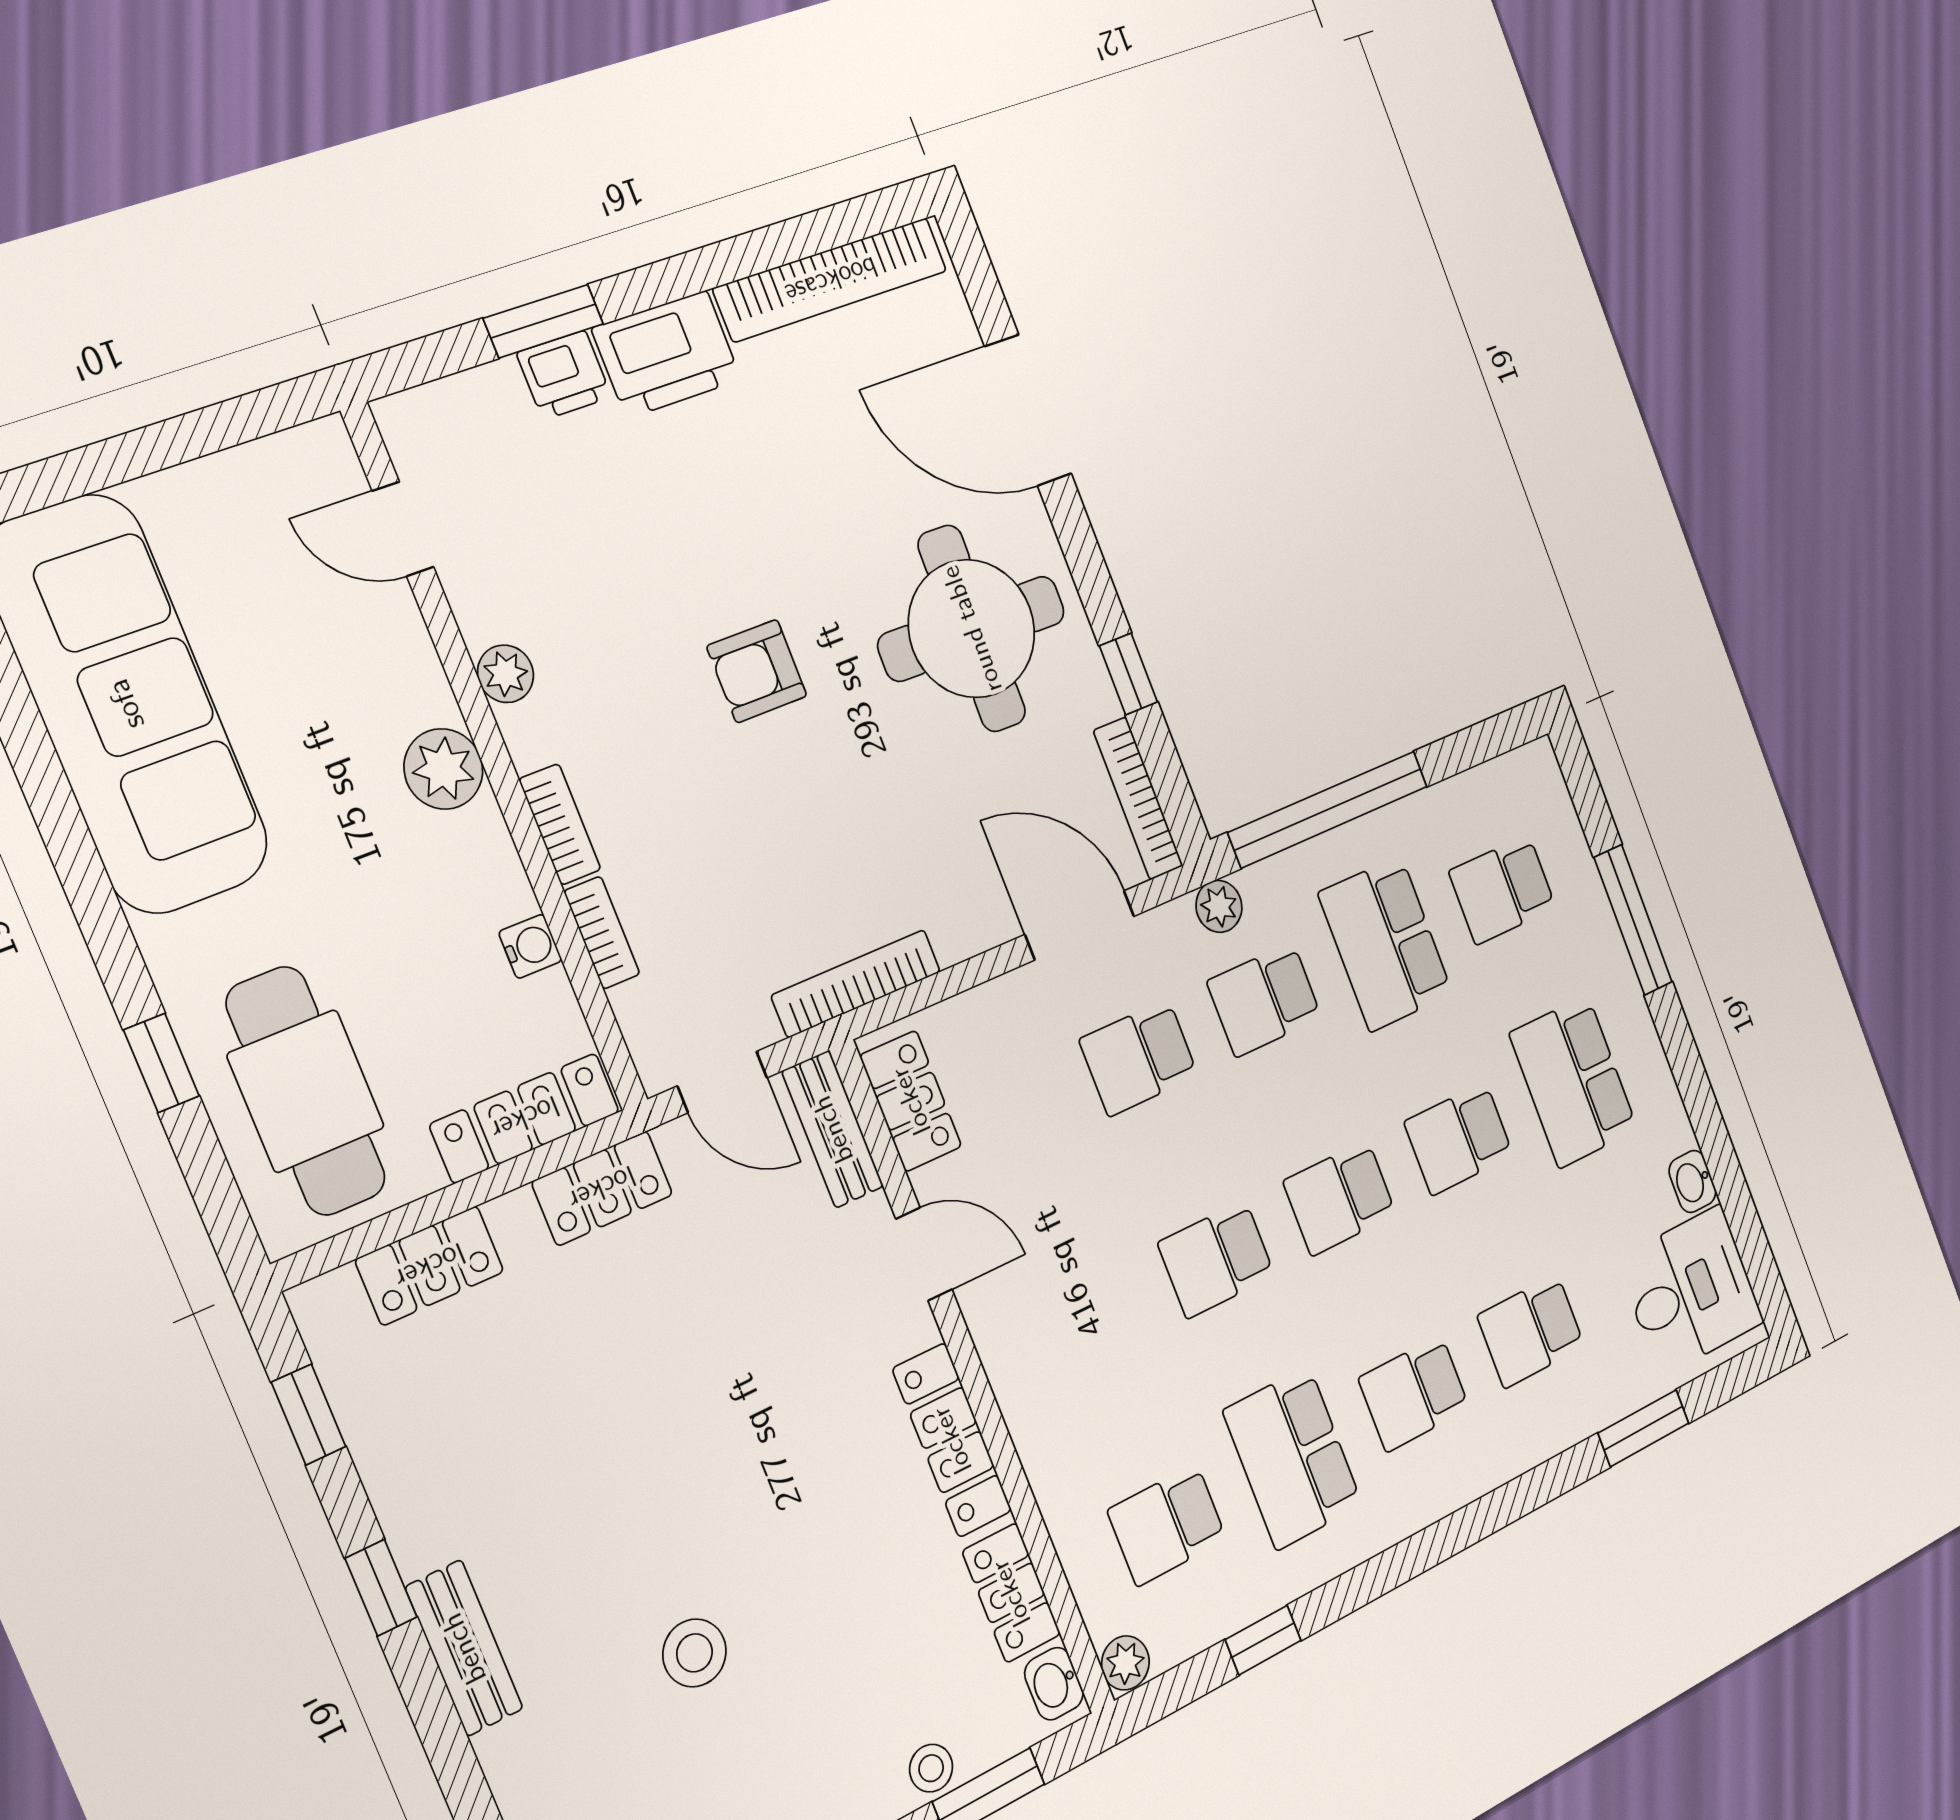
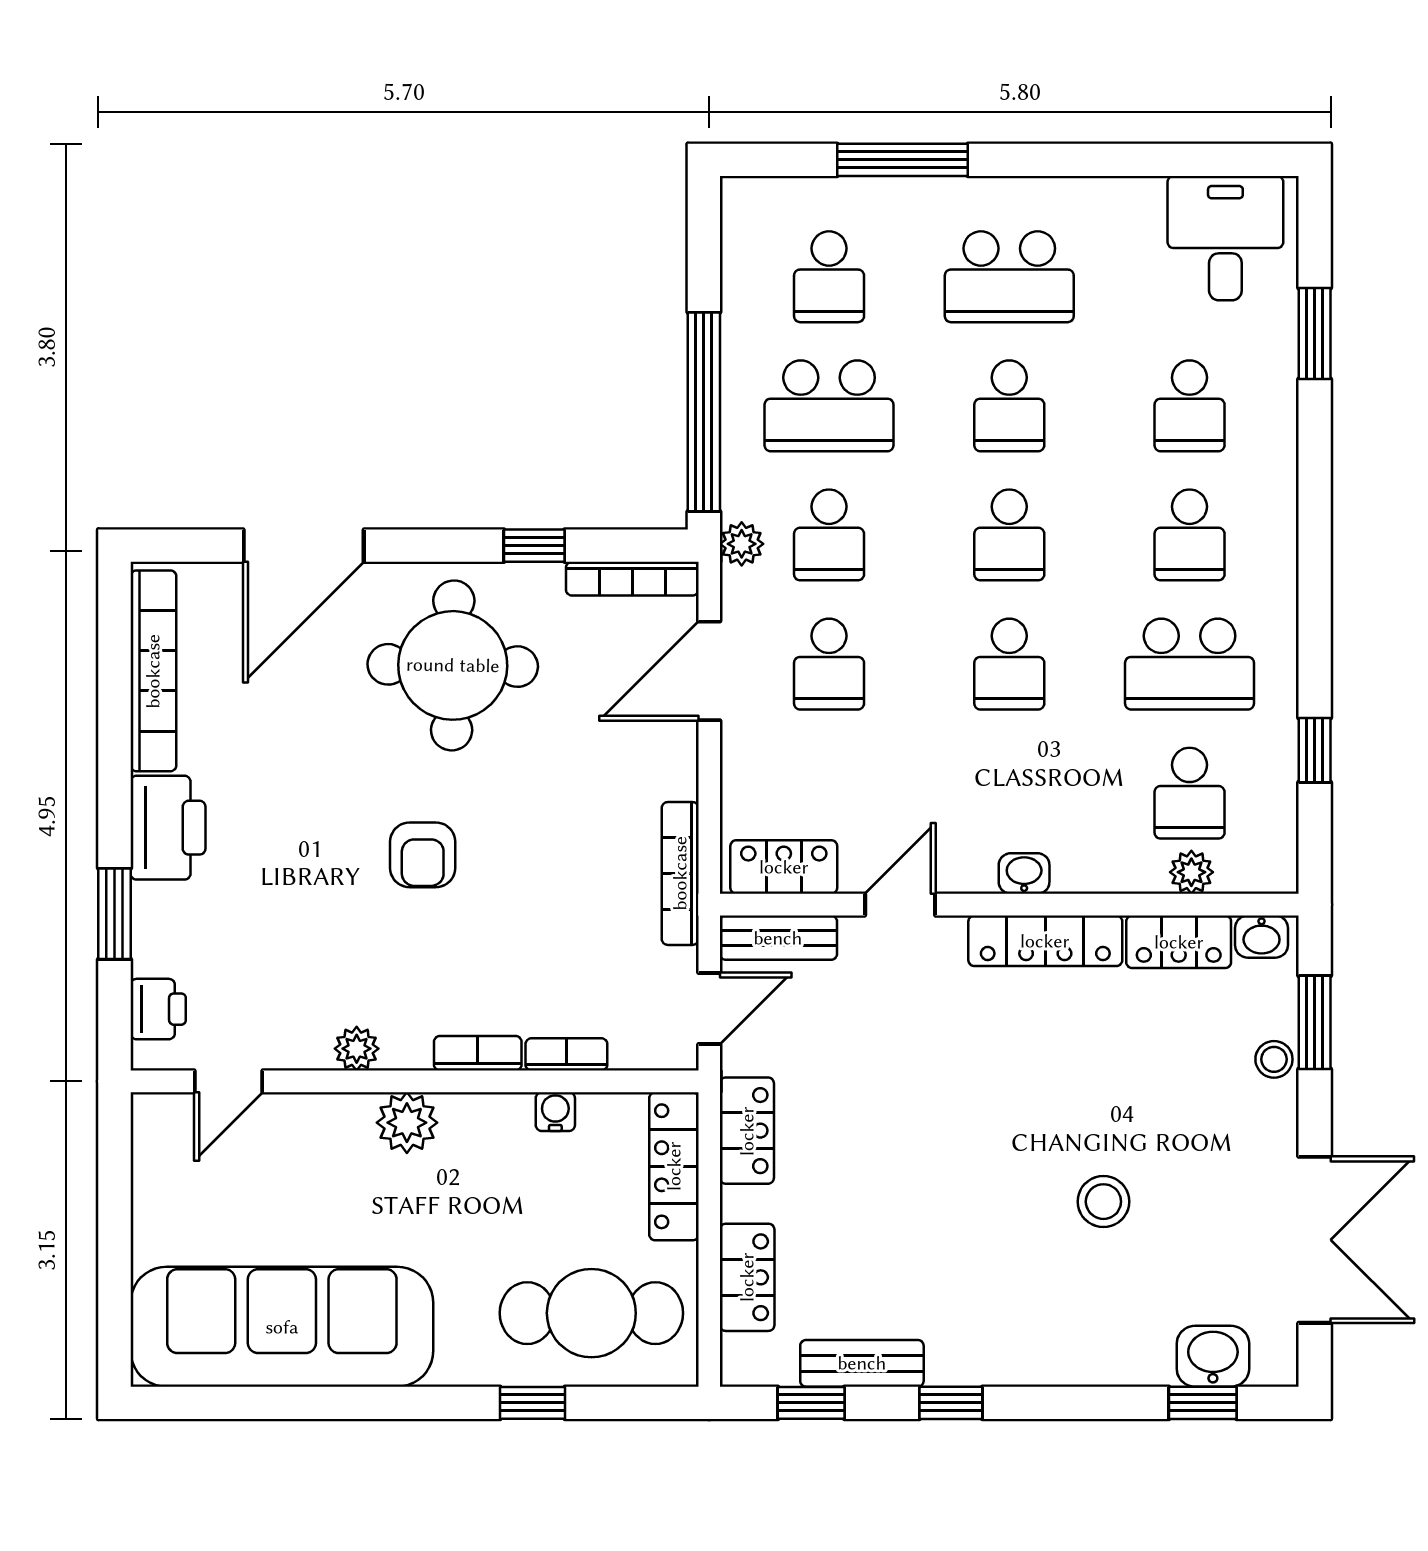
printer: (564, 375) -> (158, 1009), moved
washbasin: (1692, 1181) -> (1024, 873), moved, turned 180
bench: (464, 1648) -> (862, 1363), moved
plant: (1125, 1663) -> (1191, 872), moved

